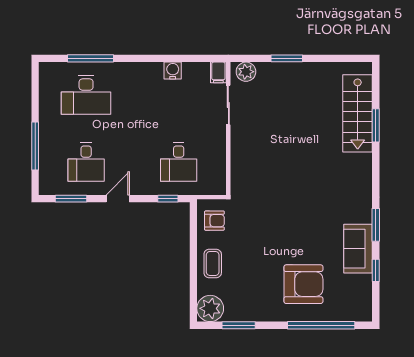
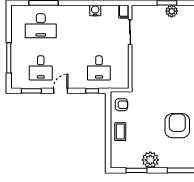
plant: (246, 72) -> (172, 11), moved
armchair: (303, 284) -> (177, 126), moved, turned -90
plant: (210, 308) -> (150, 160), moved

